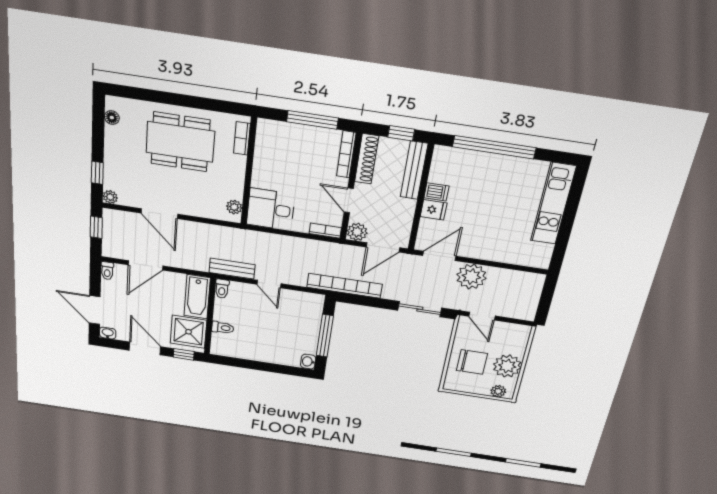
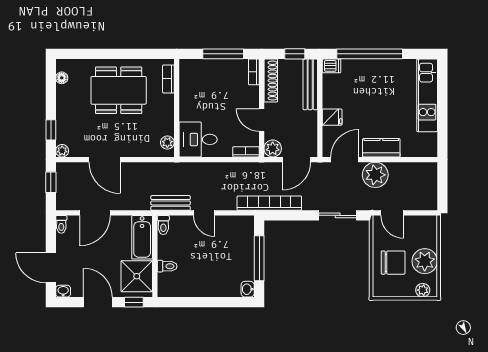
bookcase: (346, 154) -> (254, 72), width x0.64
dishwasher: (436, 192) -> (332, 66), moved
kitchen counter: (485, 250) -> (381, 148), added

